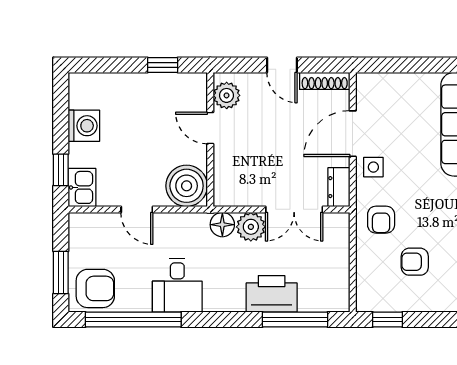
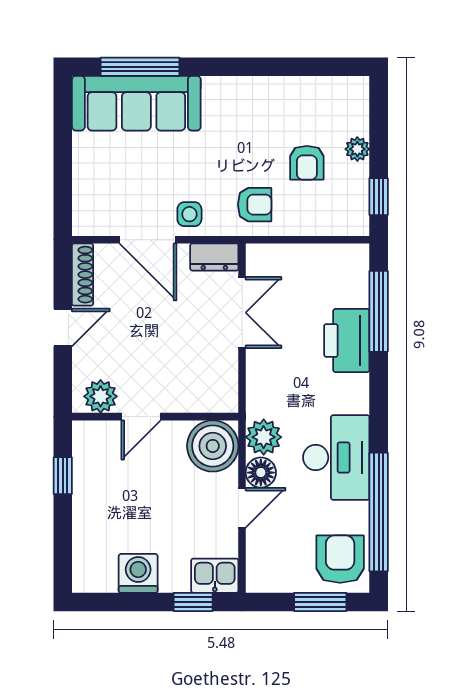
floor lamp: (222, 225) -> (261, 473), moved
plant: (251, 227) -> (264, 437), moved
desk: (177, 285) -> (336, 458), width x1.37
plant: (426, 302) -> (357, 149), added

